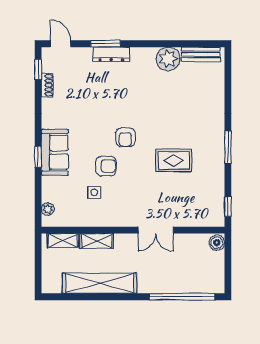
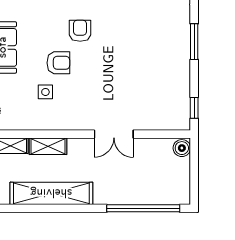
armchair: (125, 137) -> (80, 31), turned 180
rug: (174, 160) -> (134, 56), removed

